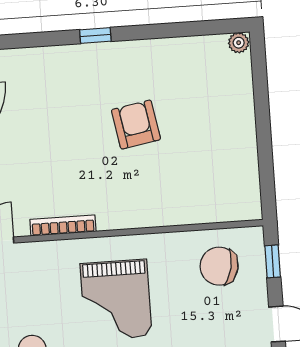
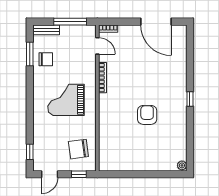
armchair: (136, 125) -> (147, 115), turned -80
chair: (219, 266) -> (78, 149), turned -110

